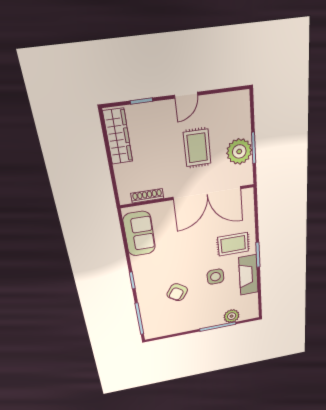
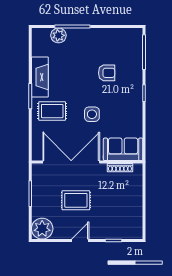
wardrobe: (118, 137) -> (135, 217), removed
rug: (197, 148) -> (76, 200), turned 90
plant: (239, 151) -> (42, 229), moved
sofa: (139, 234) -> (123, 149), moved, turned 90
side table: (215, 277) -> (92, 114), moved
armchair: (177, 292) -> (107, 73), turned 55

